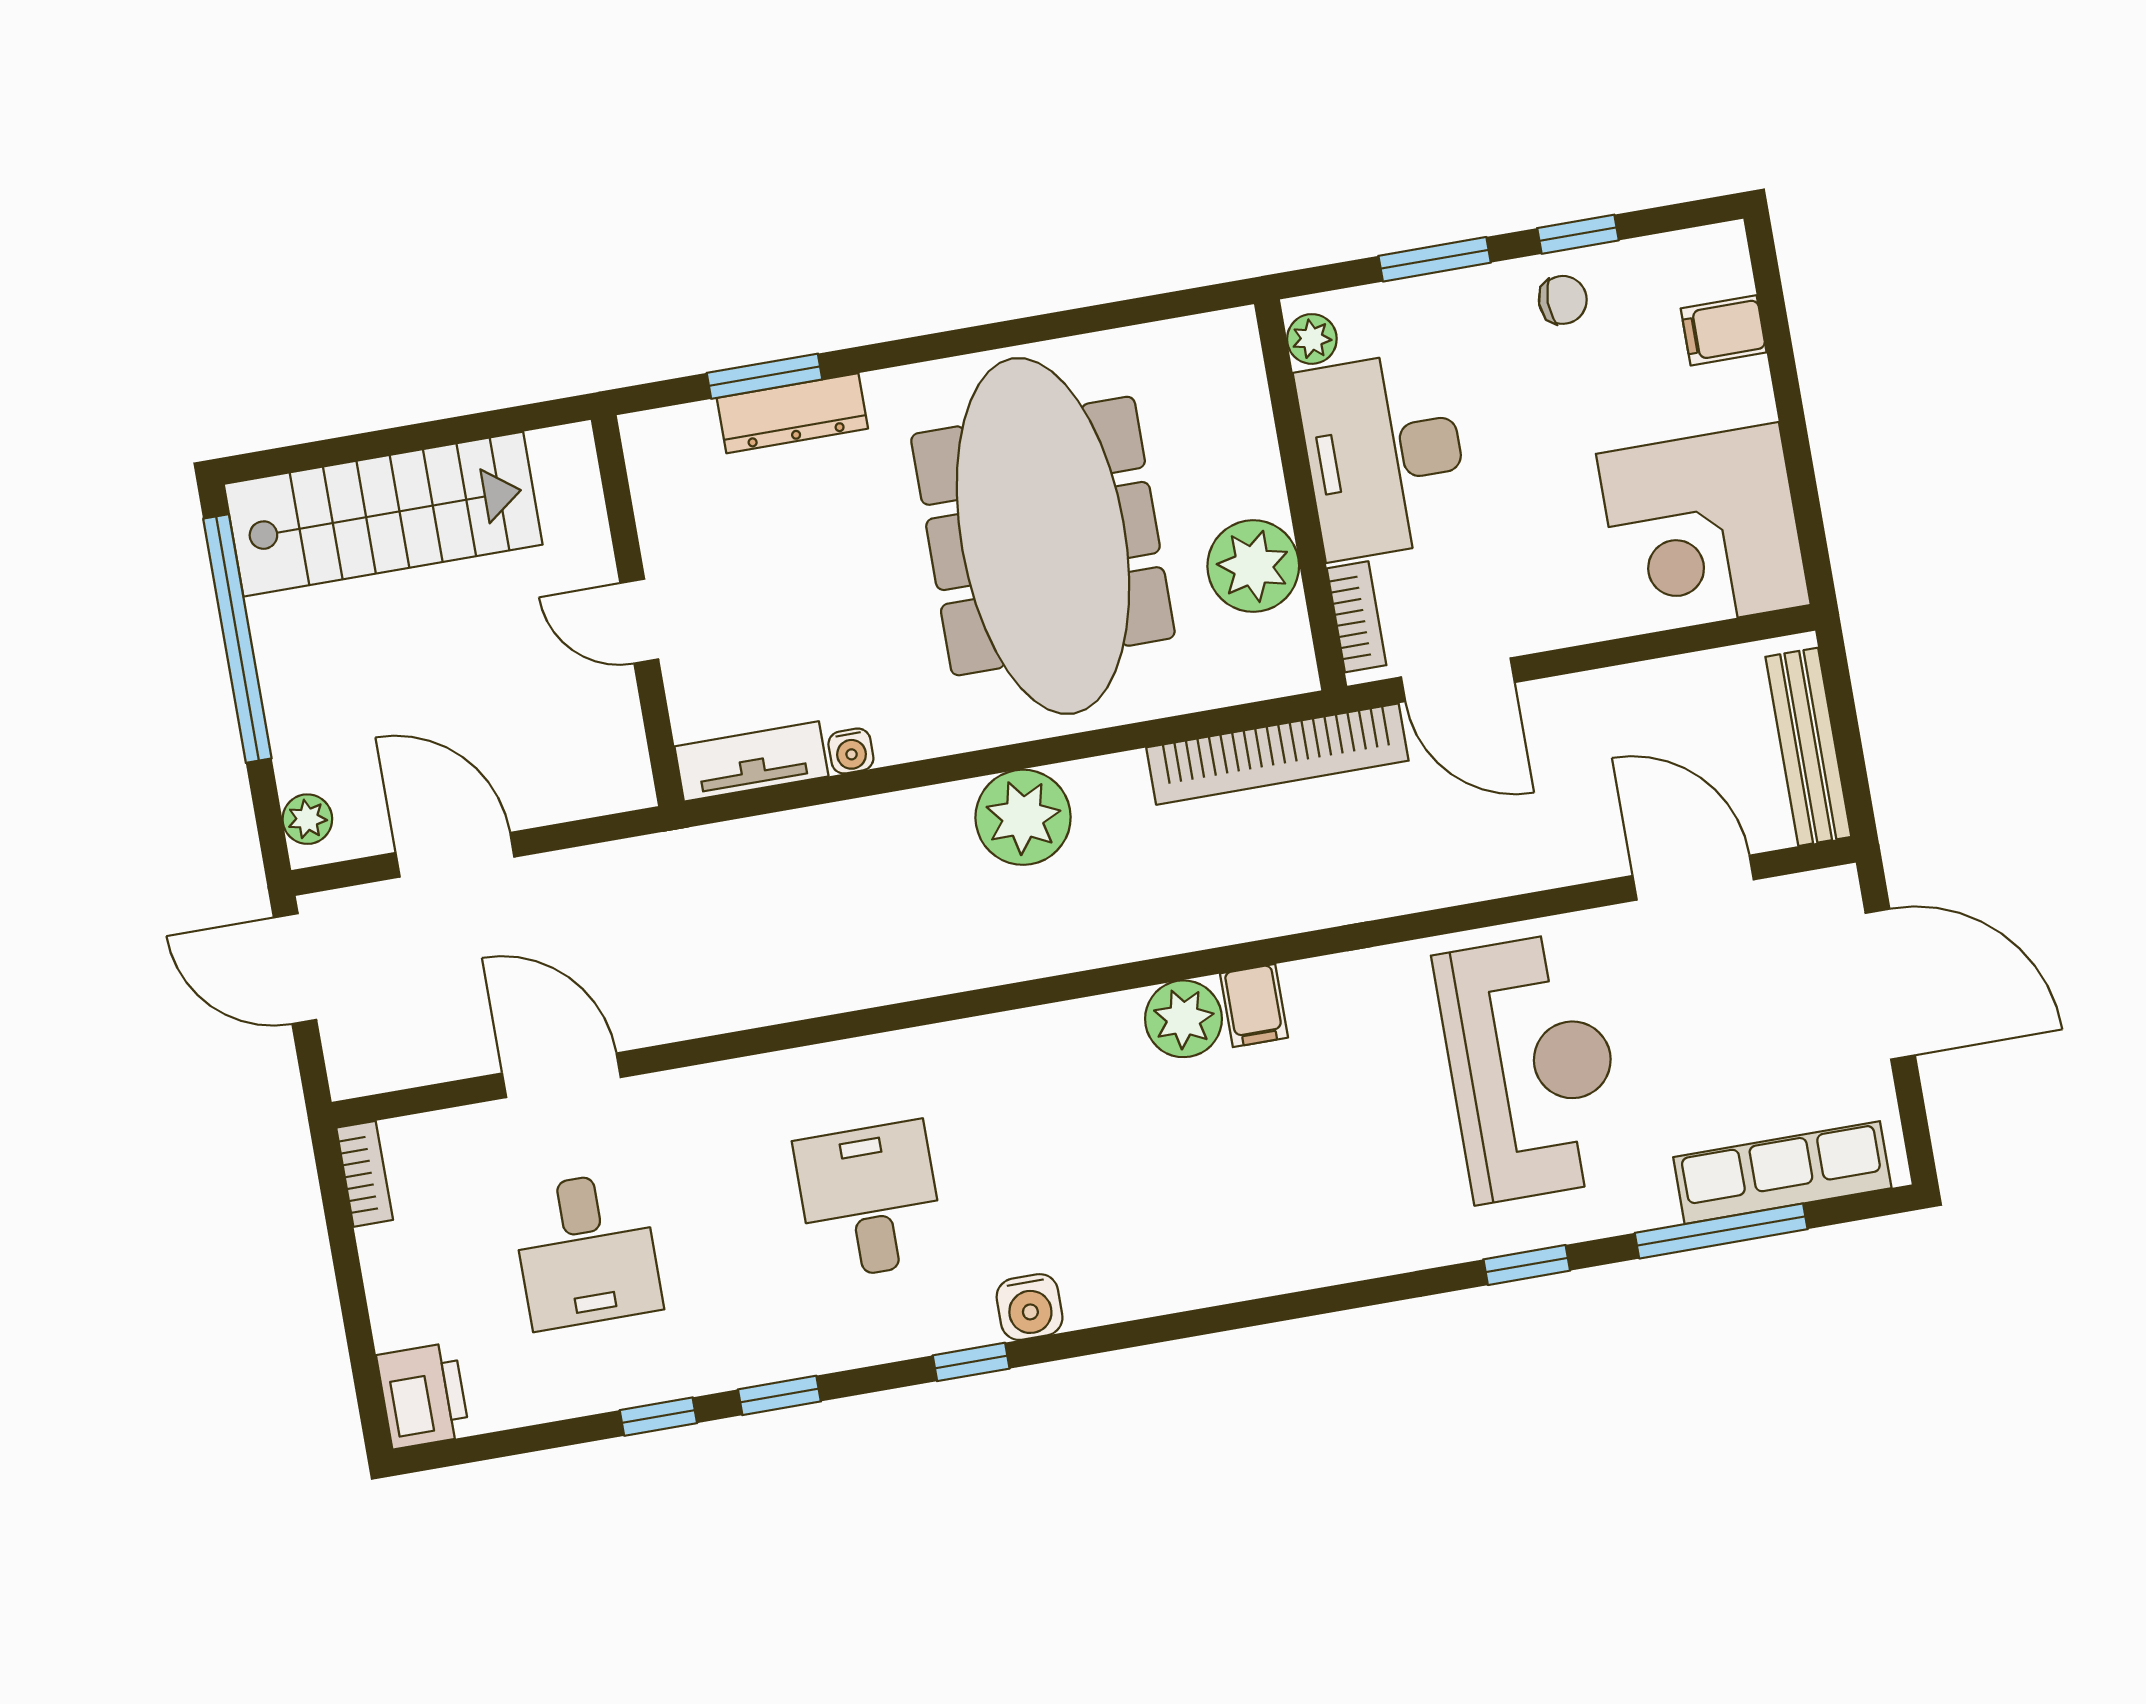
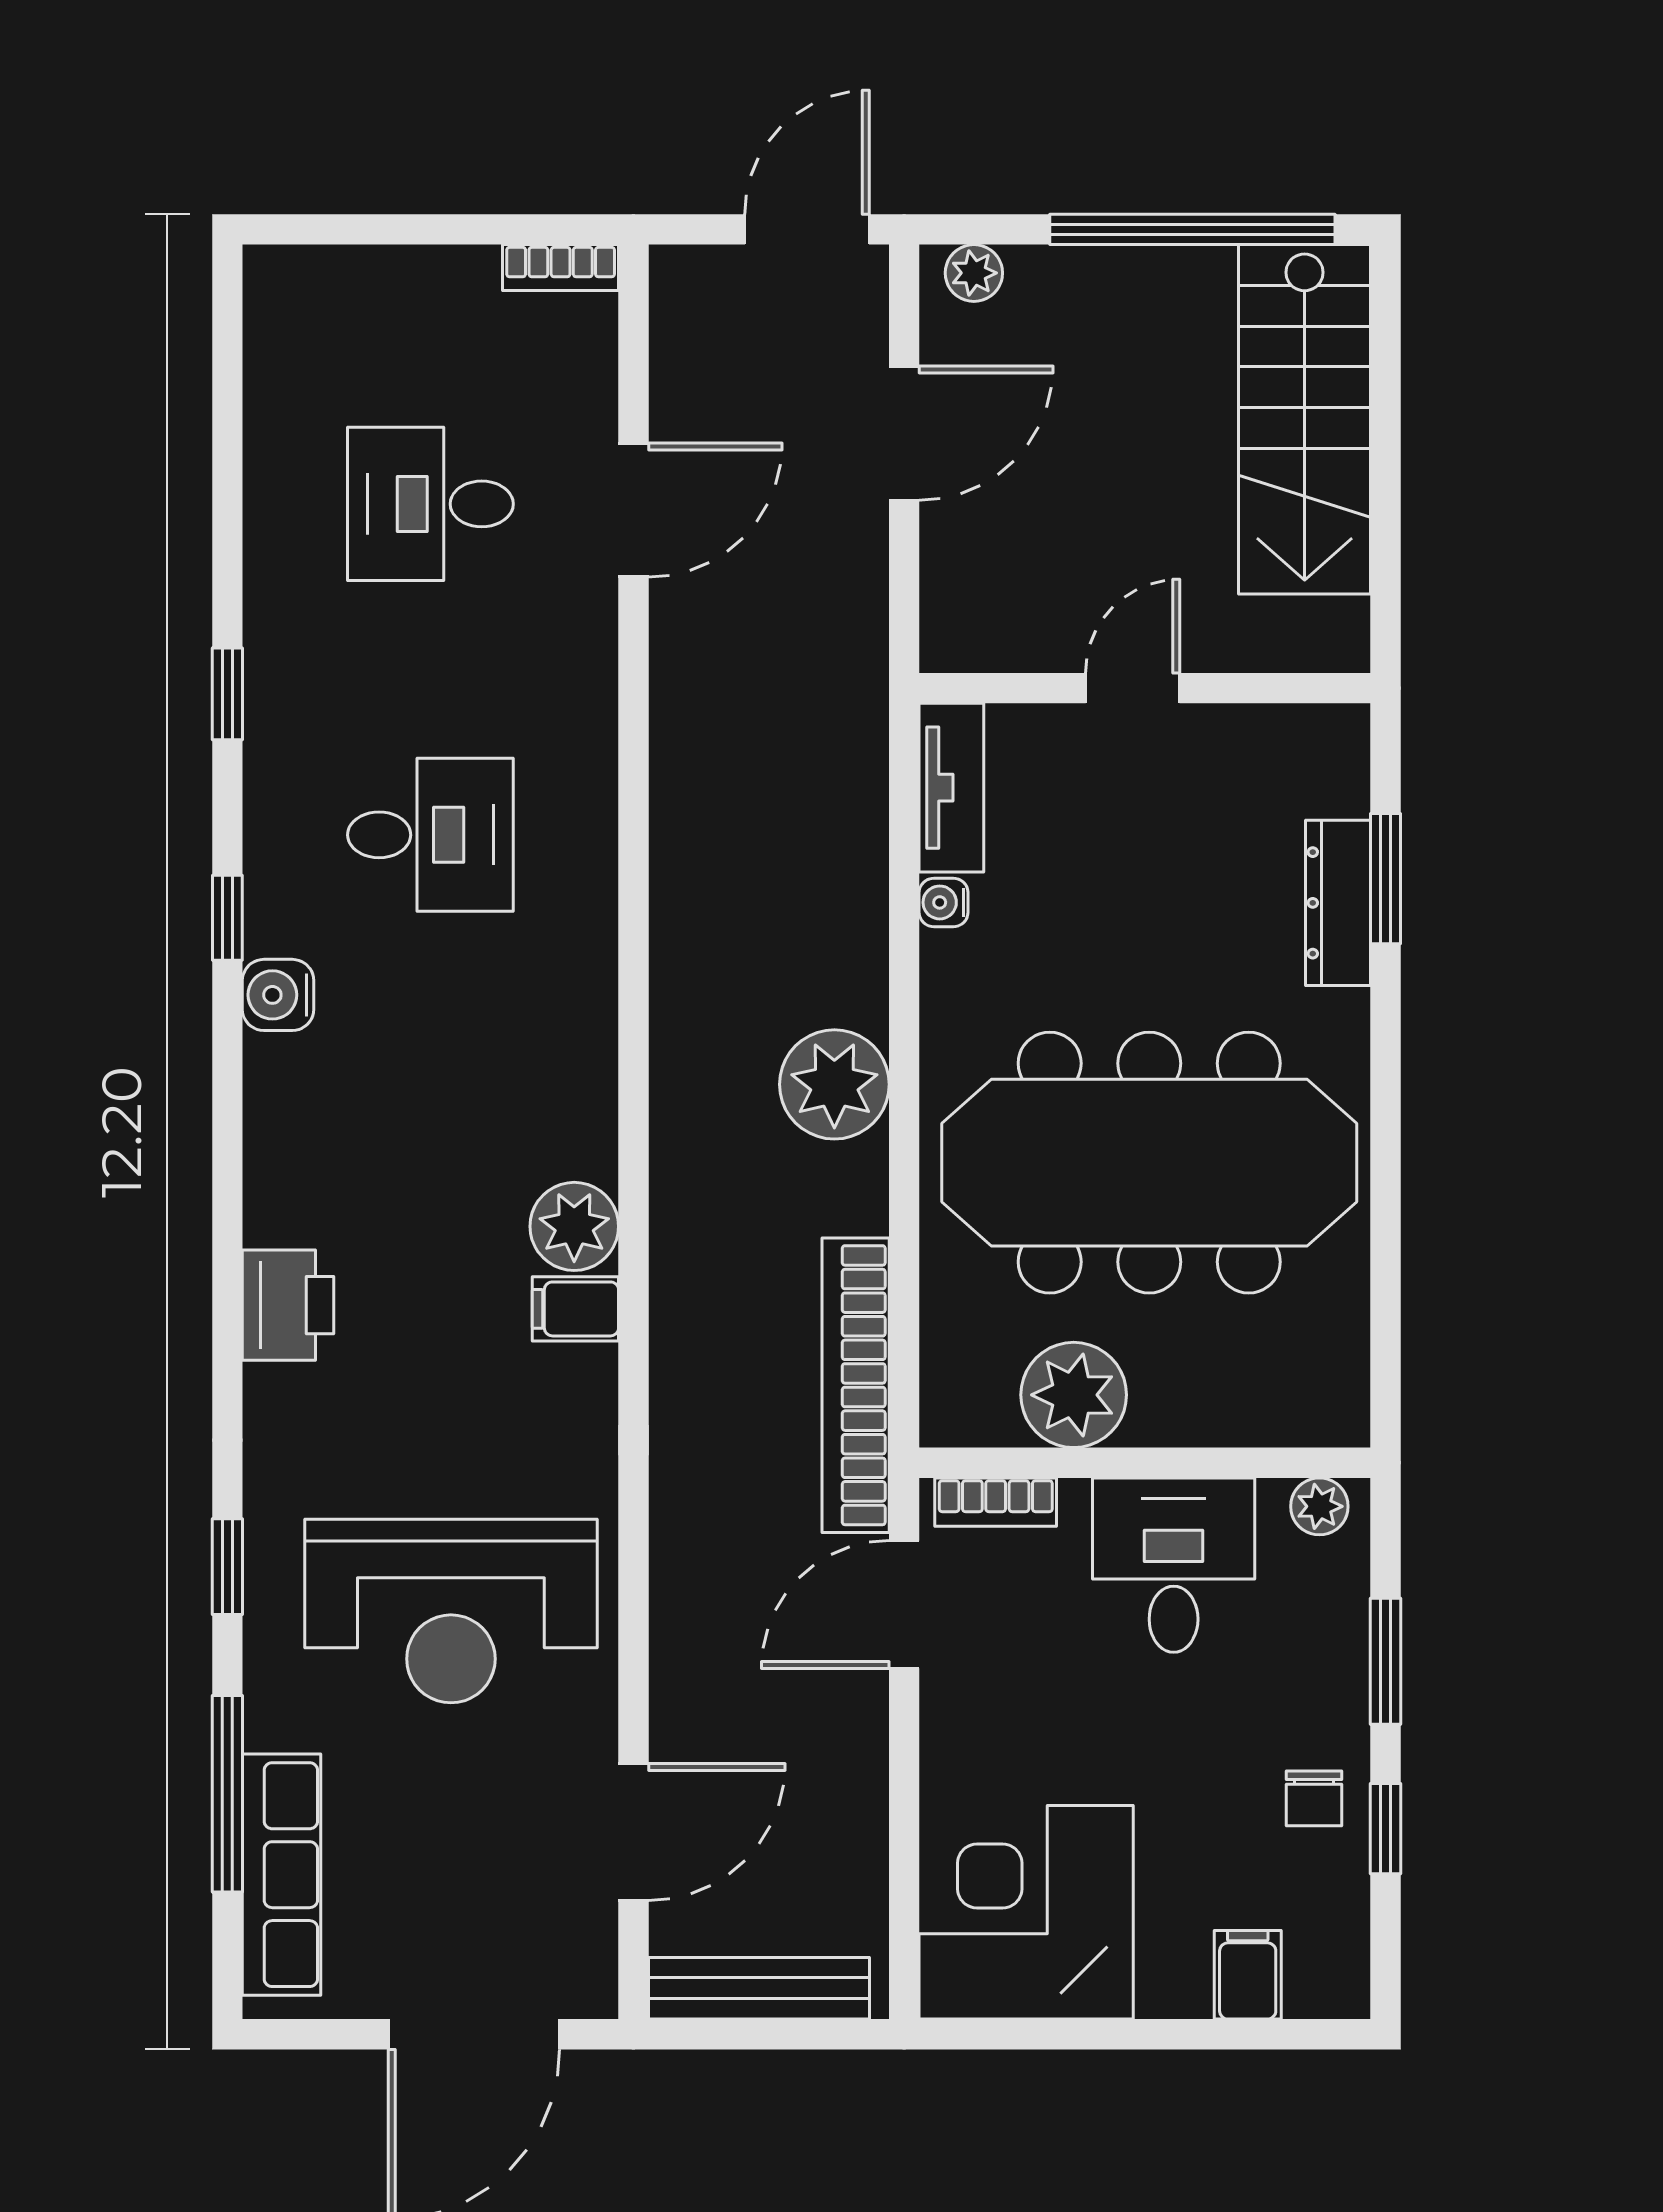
desk: (1384, 455) -> (1174, 1565), width x0.73
printer: (423, 1396) -> (288, 1305), moved, turned -90
window: (658, 1417) -> (227, 553), removed

